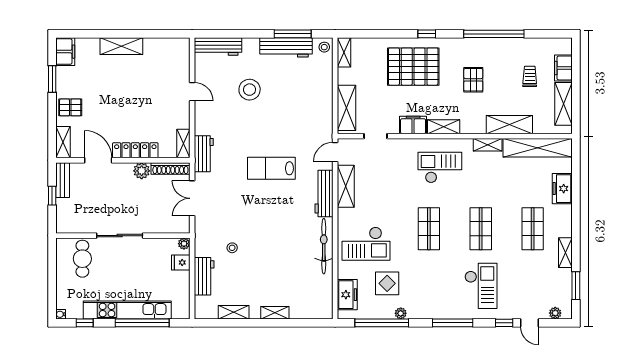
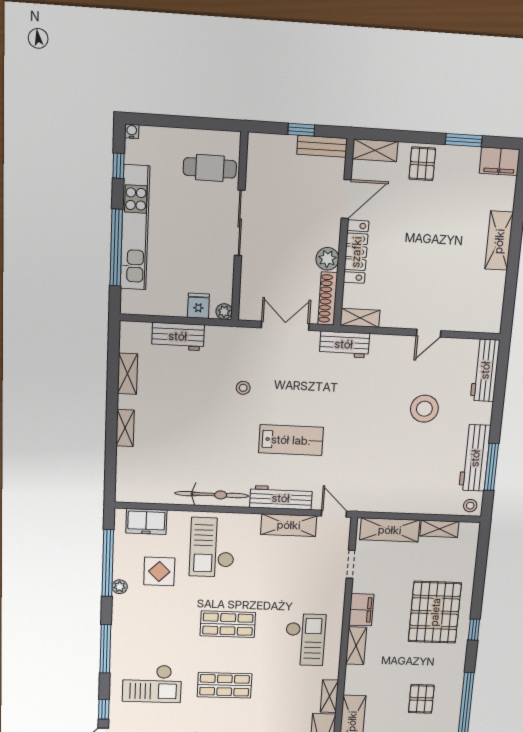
shelving: (344, 52) -> (439, 529), moved
pallet: (473, 80) -> (421, 699), moved, turned 90
lab bench: (271, 168) -> (291, 440), moved, turned 90
stool: (232, 248) -> (243, 388), moved

